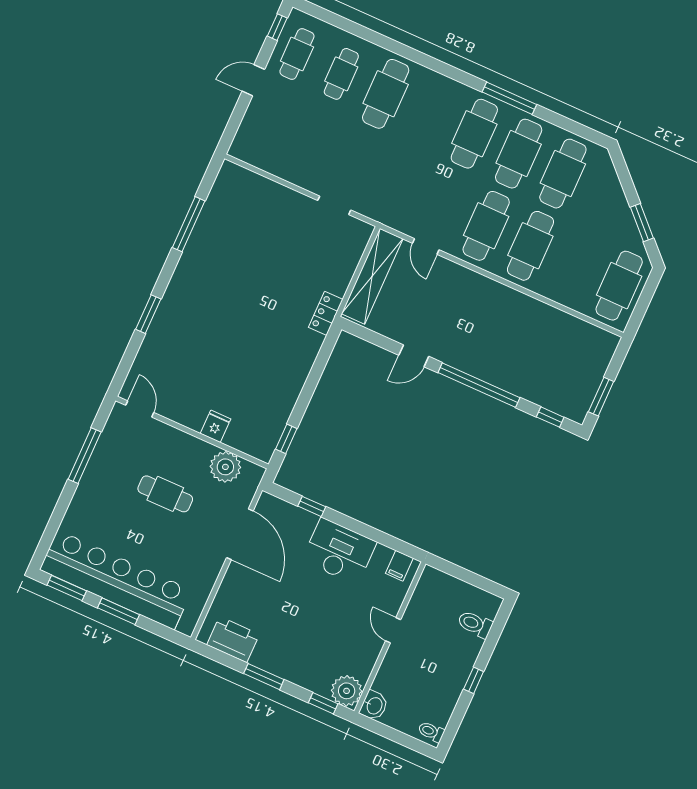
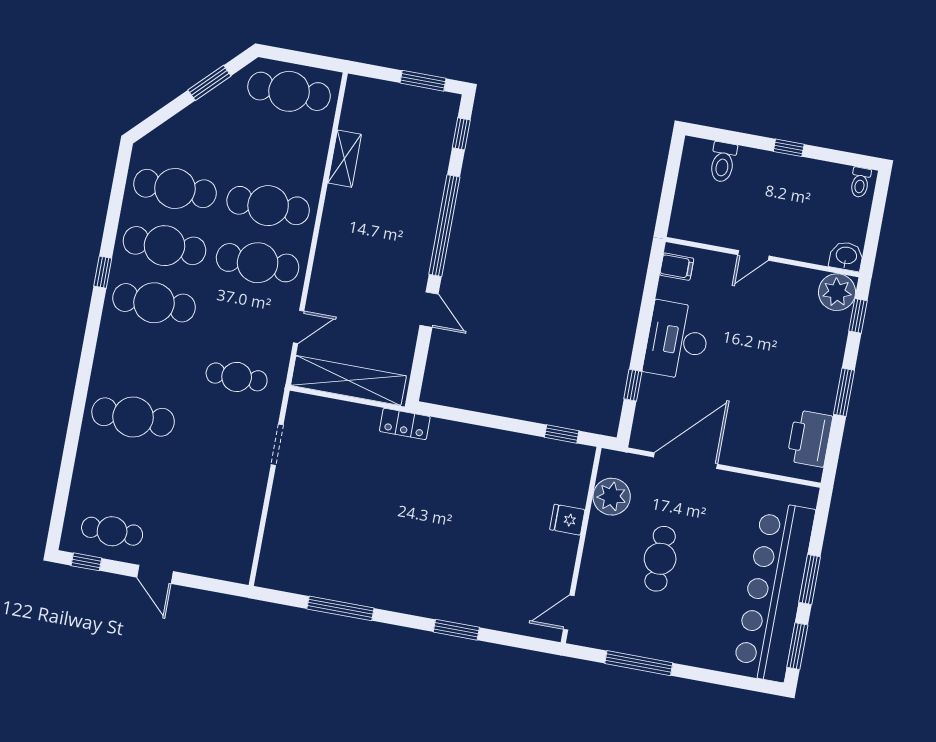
cafe table: (341, 74) -> (237, 377), moved
window: (509, 98) -> (103, 272), width x0.46
shelving: (553, 317) -> (345, 159), added

